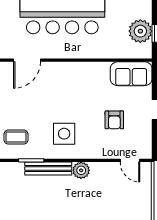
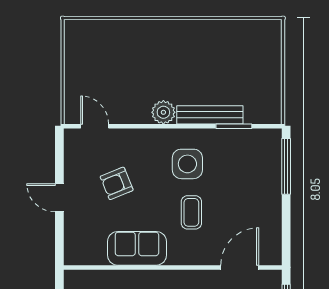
sofa: (131, 74) -> (137, 248), moved
armchair: (114, 120) -> (117, 183), turned -112
coffee table: (16, 137) -> (191, 212), moved, turned 90

